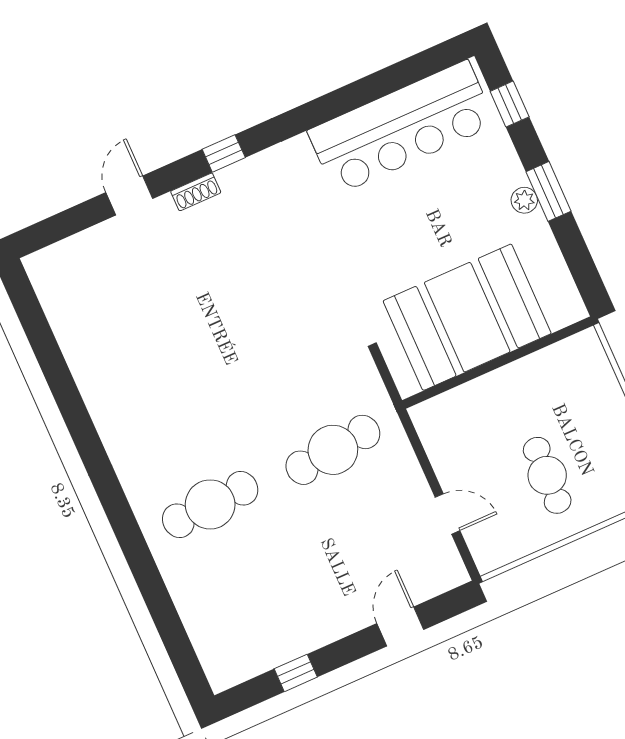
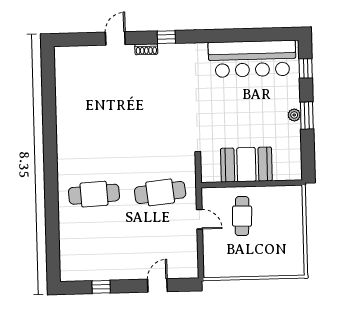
booth: (467, 317) -> (246, 165), width x0.73, depth x0.70
cafe table: (547, 475) -> (242, 216), moved
door: (447, 514) -> (200, 219), moved

